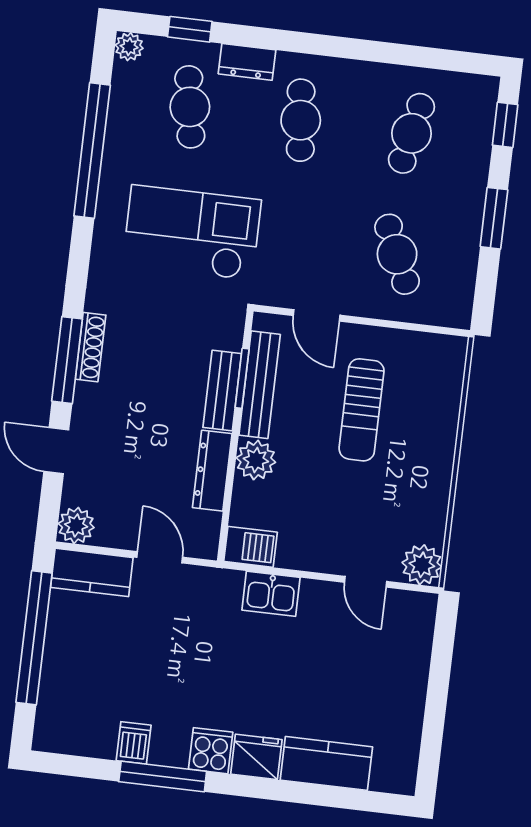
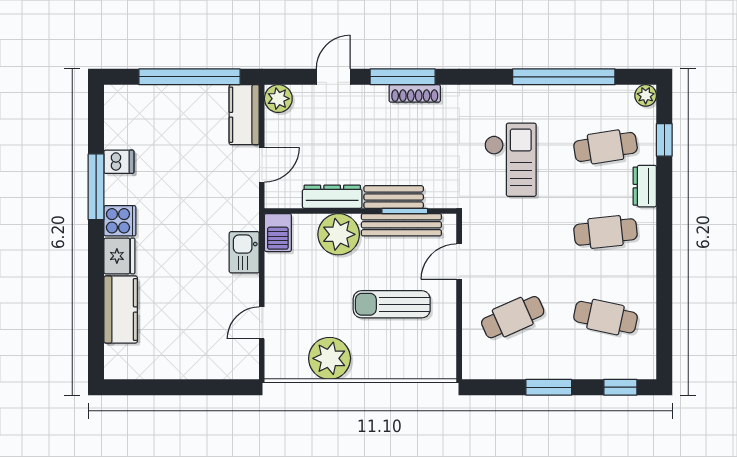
checkout: (192, 233) -> (510, 160), width x0.73, depth x0.83
plant: (256, 460) -> (339, 234), width x1.36, depth x1.36
plant: (422, 565) -> (330, 358), moved, width x1.36, depth x1.36

